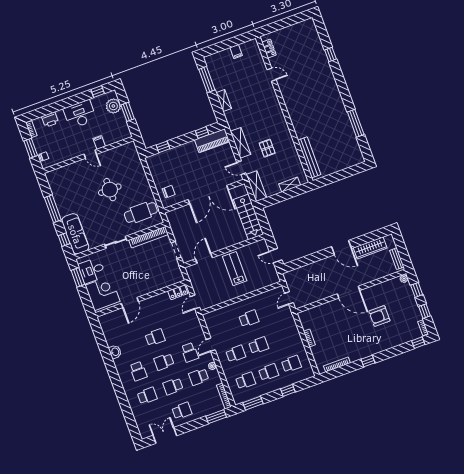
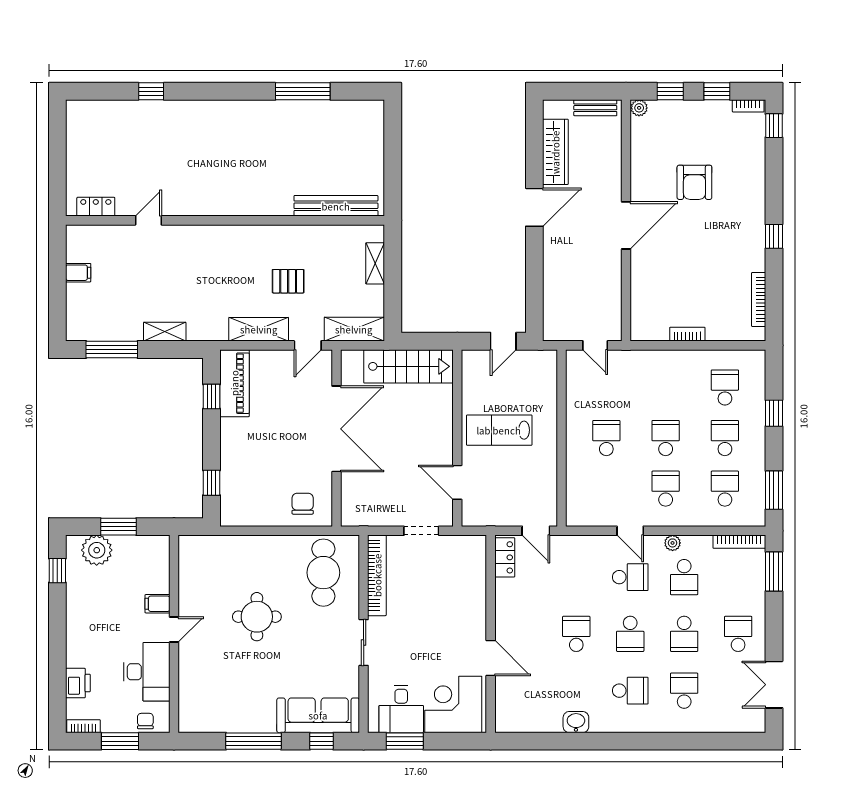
desk: (80, 114) -> (147, 672), moved, turned 180

